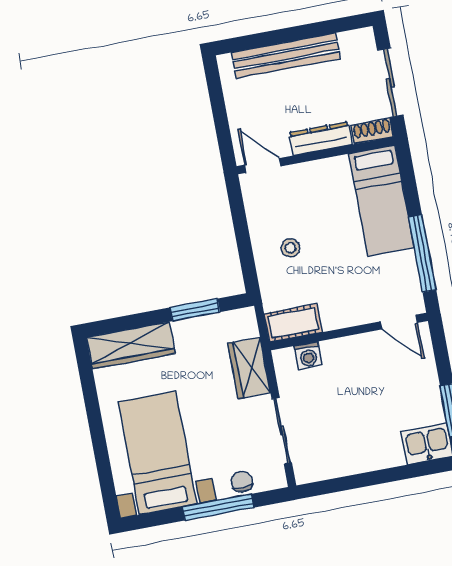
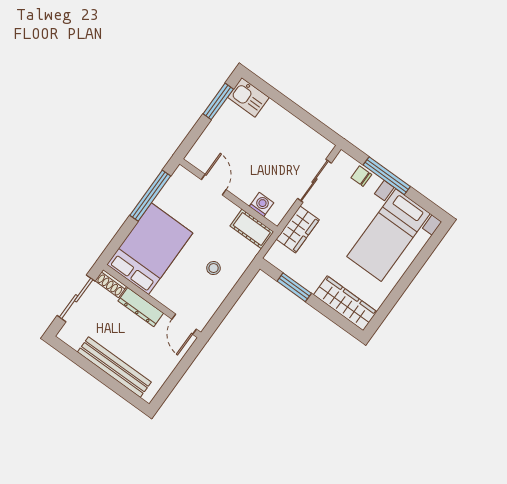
bed: (381, 201) -> (150, 249), width x1.50
door: (399, 322) -> (214, 185), moved
chair: (242, 482) -> (361, 176), turned 90

